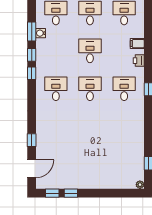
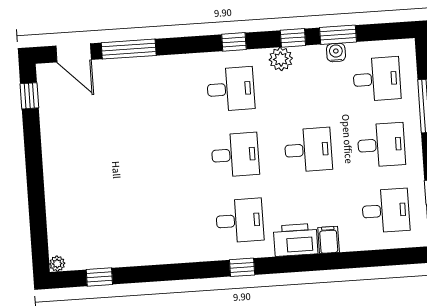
printer: (139, 61) -> (296, 240), width x1.87, depth x1.48
plant: (42, 62) -> (281, 59), added
window: (32, 73) -> (234, 42), moved
window: (32, 140) -> (129, 49), width x2.17
window: (71, 193) -> (32, 132), removed

